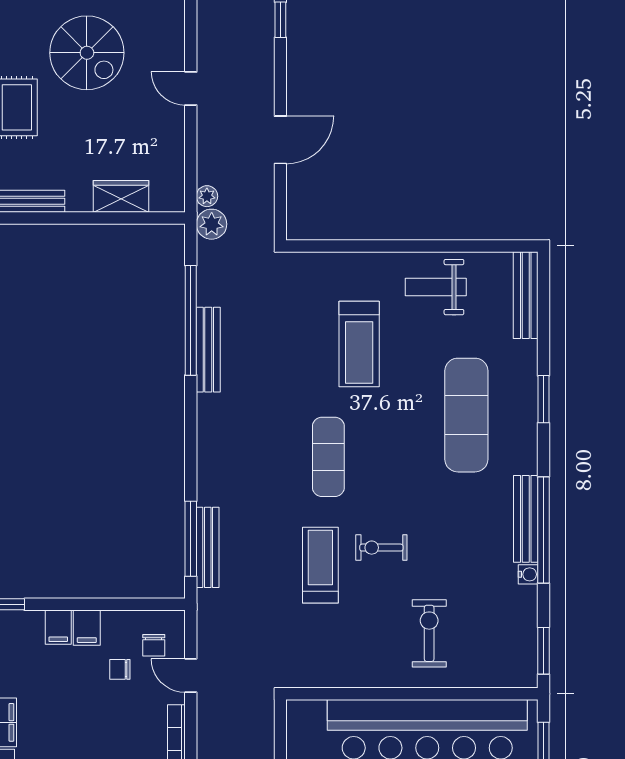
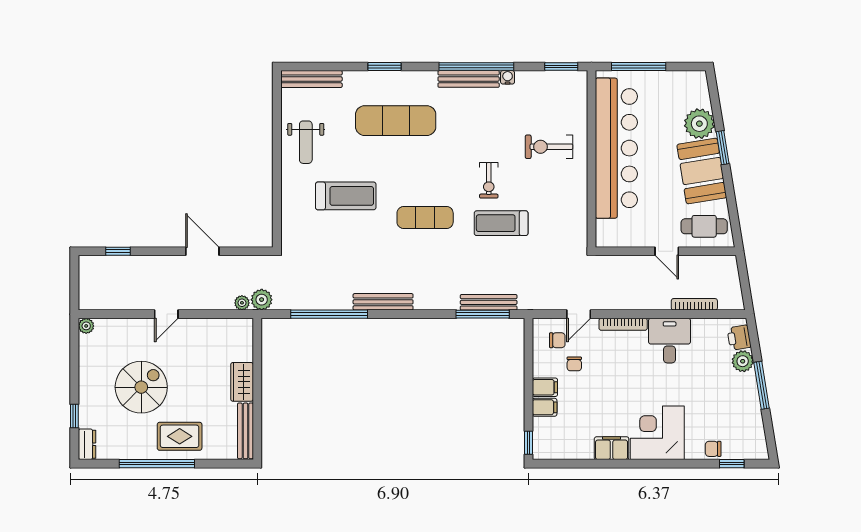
wardrobe: (121, 196) -> (242, 382), moved
bench: (208, 350) -> (383, 302), moved

